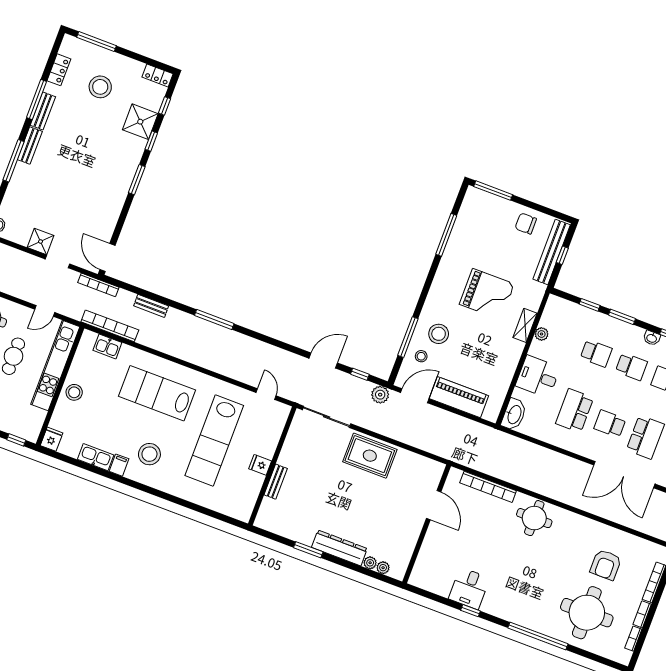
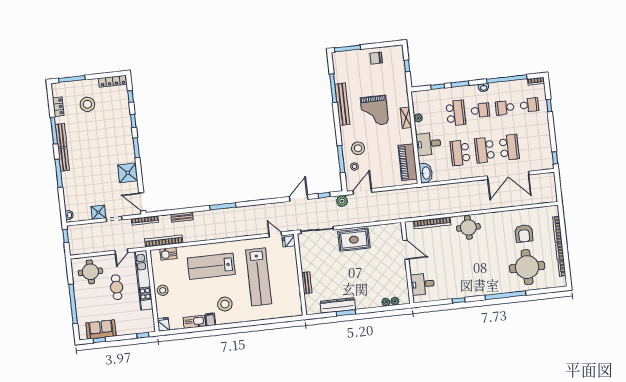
locker: (158, 75) -> (113, 81), width x1.53
shower: (140, 122) -> (128, 173), moved
bench: (552, 252) -> (342, 104), moved
grand piano: (487, 294) -> (374, 111), turned 90
school desk: (596, 353) -> (456, 113), width x1.85
piano: (459, 397) -> (408, 162), moved, turned -90
school desk: (610, 424) -> (485, 150), width x1.85
fridge: (260, 465) -> (289, 241), moved
dresser: (339, 548) -> (338, 305), moved
desk: (469, 588) -> (423, 284), moved, turned 90

